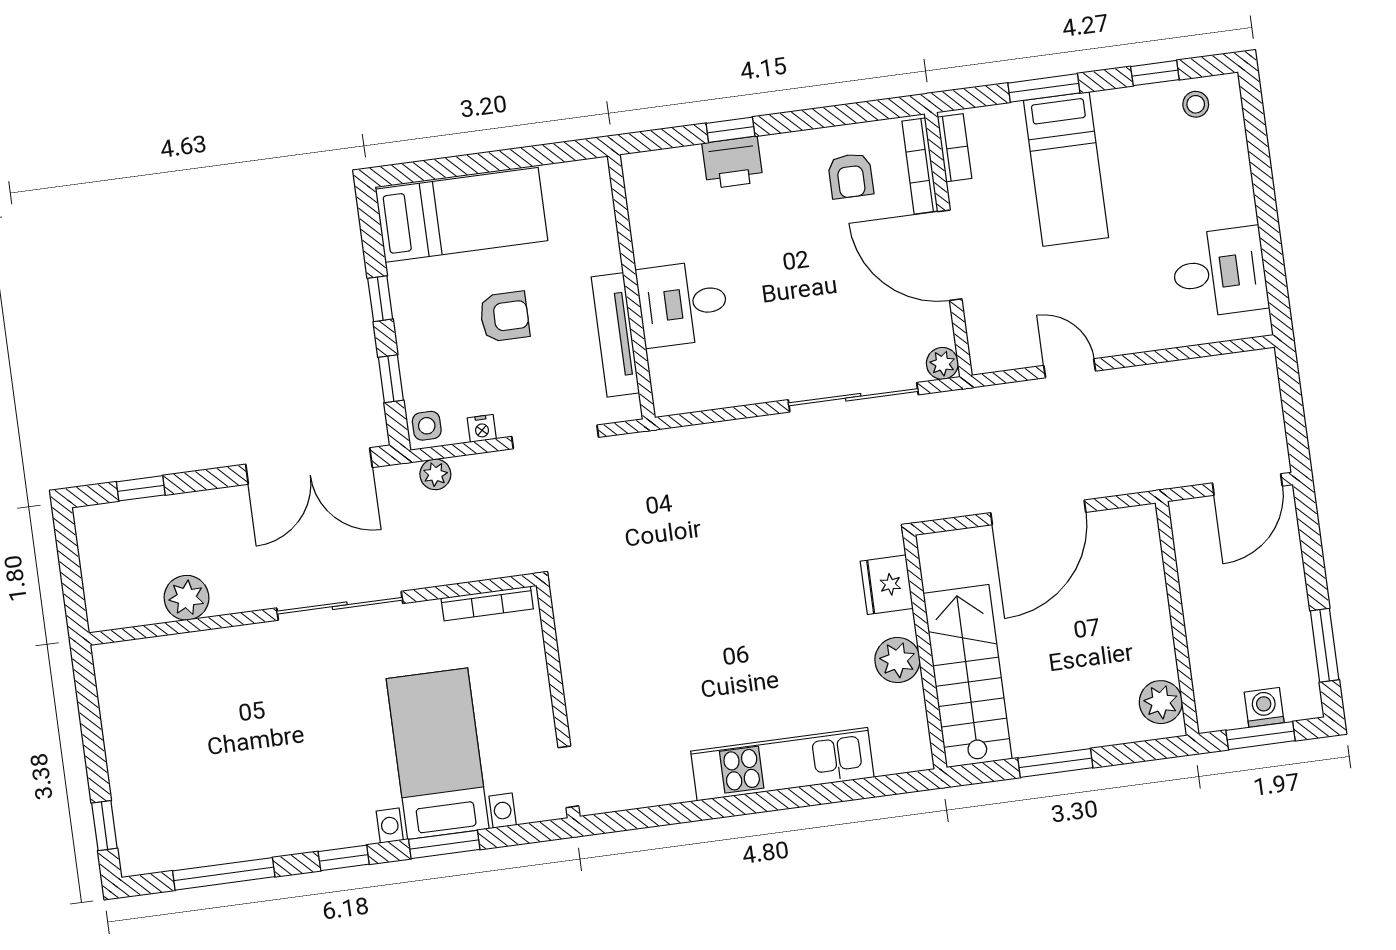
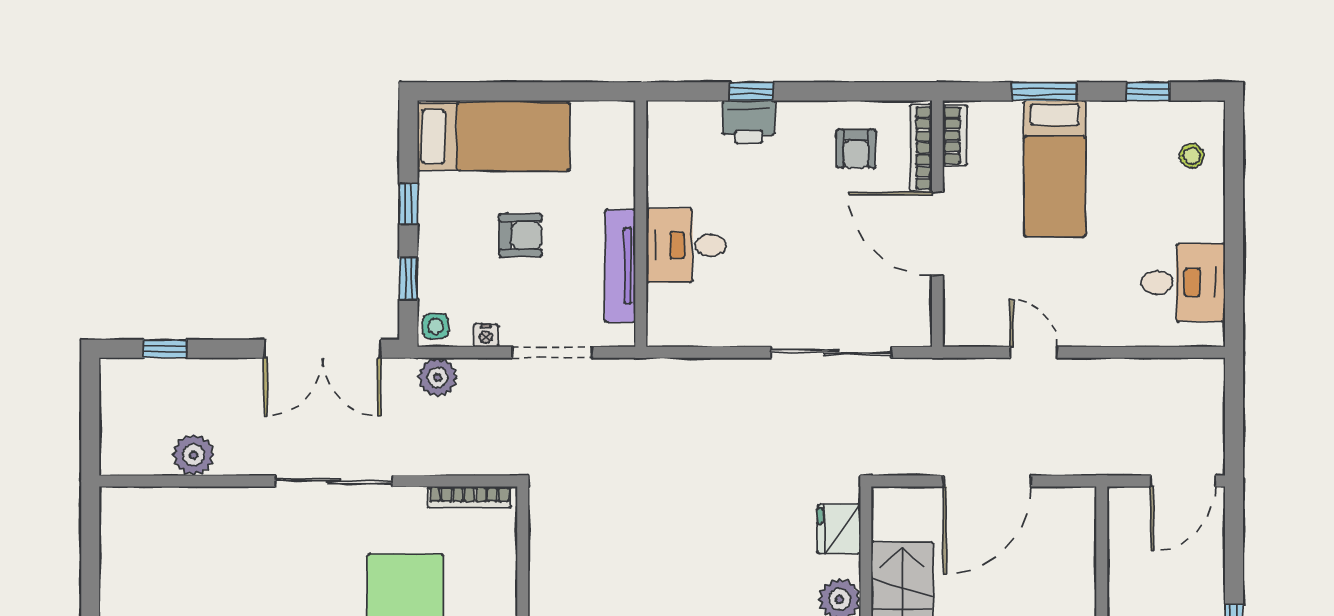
stool: (1196, 104) -> (1192, 156), moved
plant: (942, 363) -> (917, 332), removed
plant: (435, 474) -> (438, 377), width x1.38, depth x1.38

